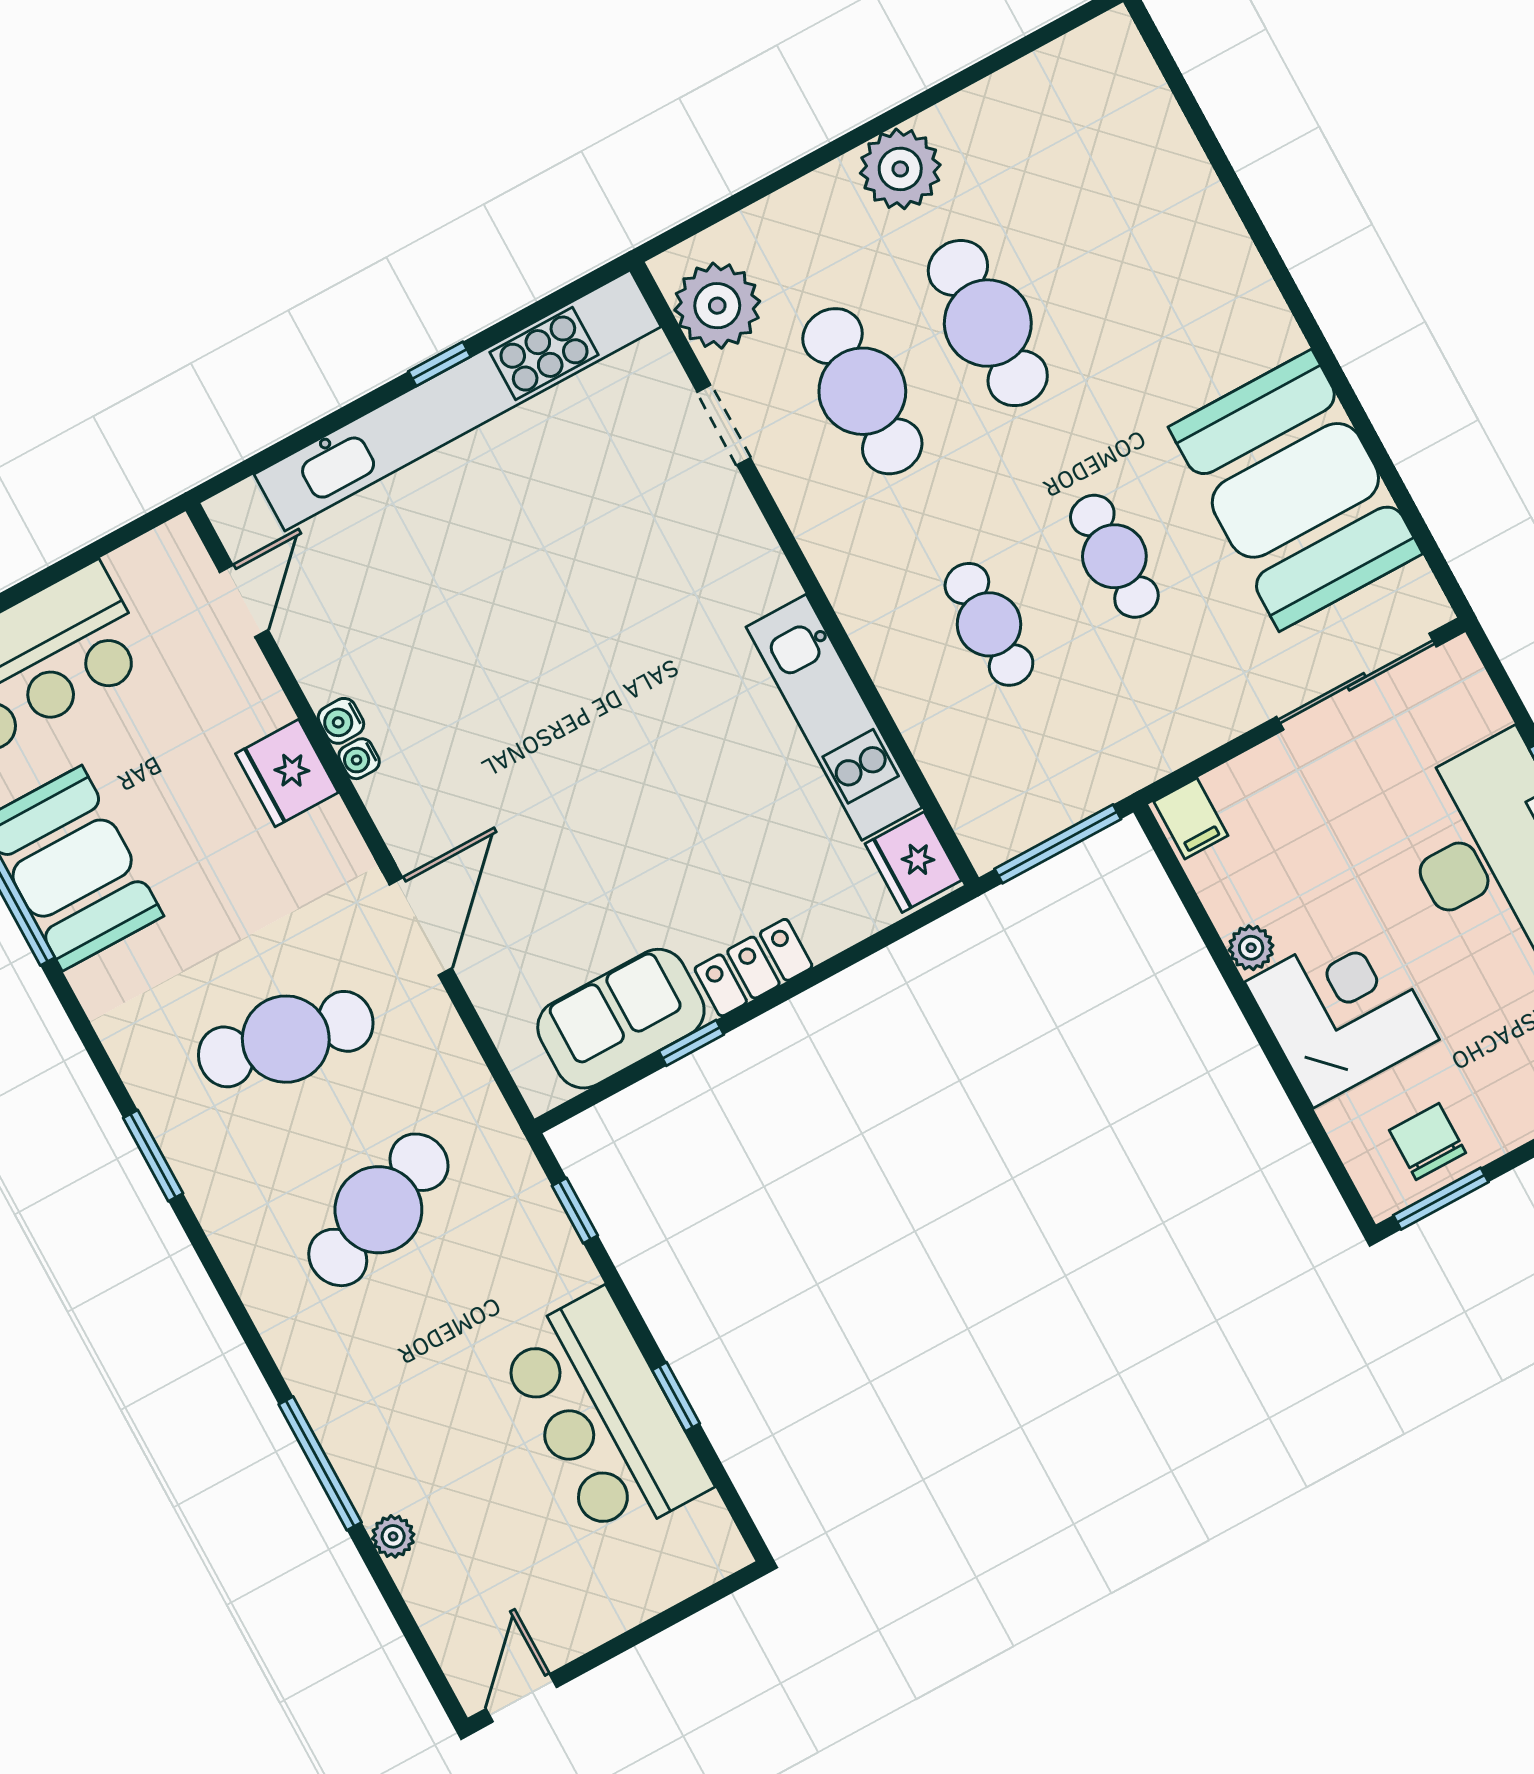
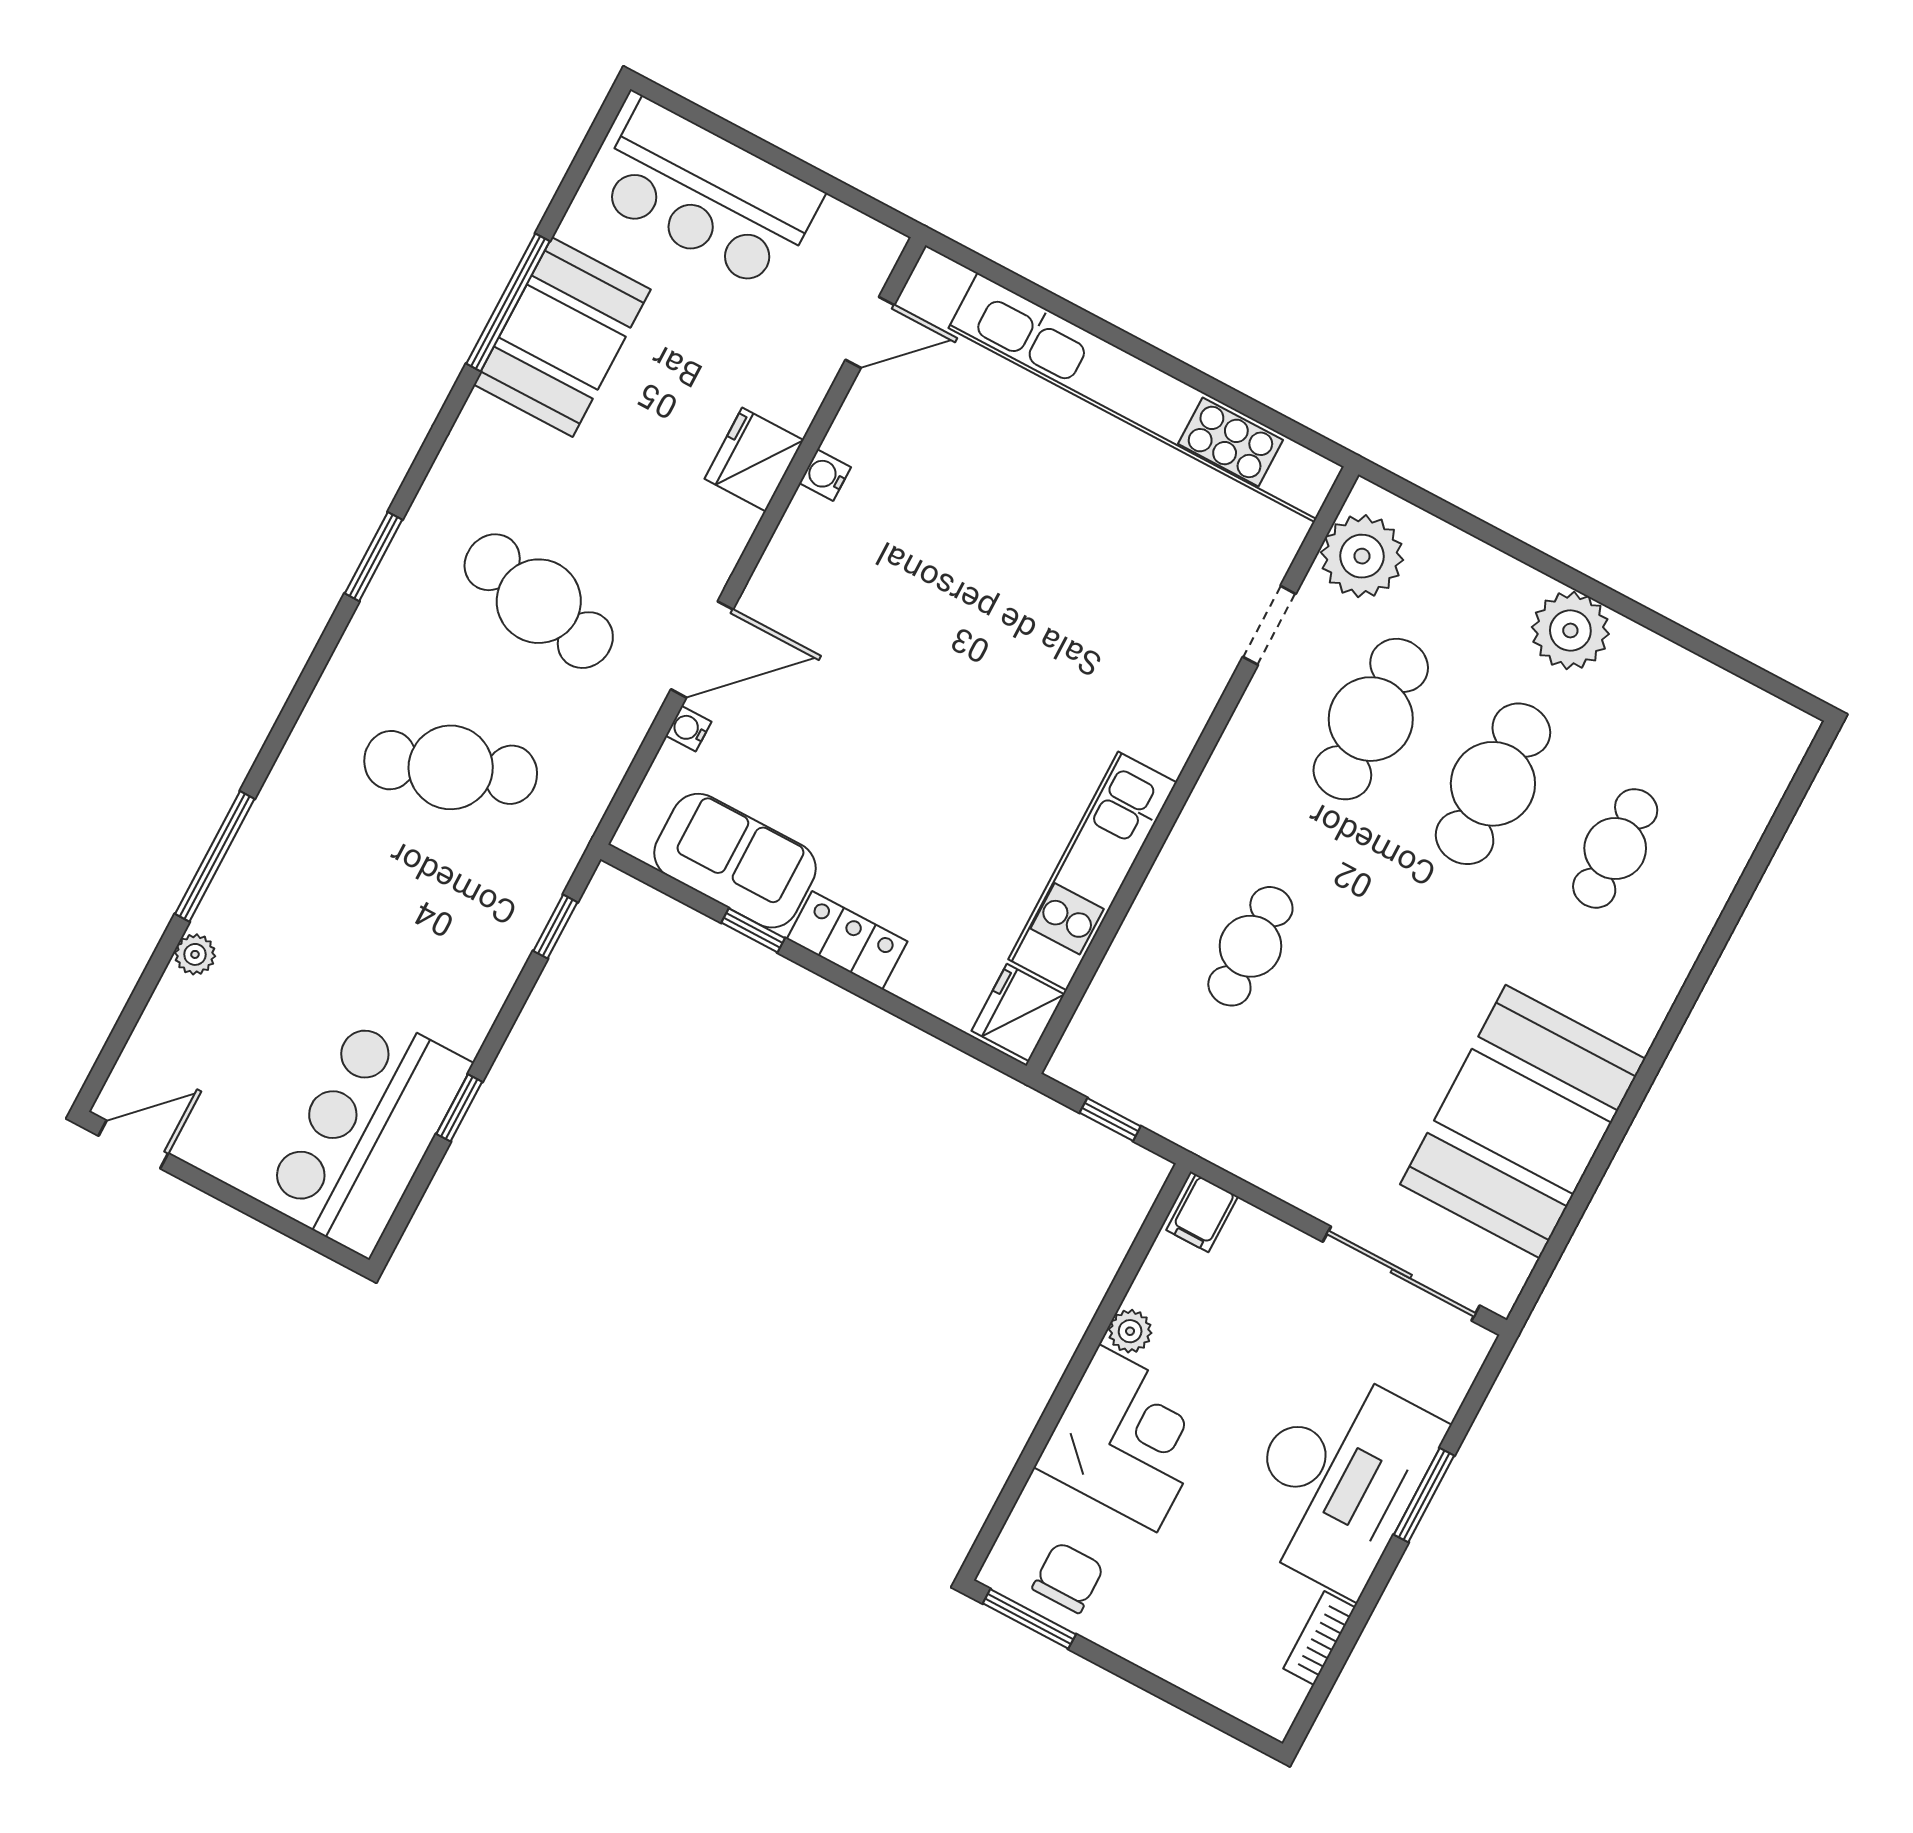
window: (439, 364) -> (1166, 363), removed
cafe table: (1114, 556) -> (1615, 848), moved
water cooler: (359, 759) -> (689, 729), moved
window: (1058, 844) -> (1110, 1119), width x0.46
bar counter: (604, 1416) -> (367, 1133), moved

